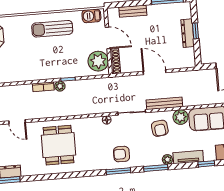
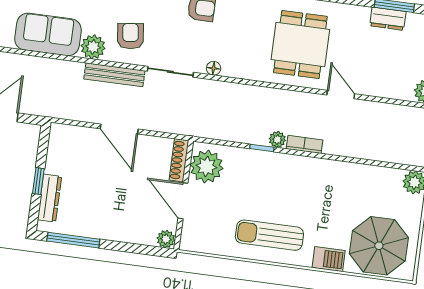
bench: (133, 11) -> (133, 235), removed
plant: (113, 13) -> (166, 239), added
barbecue: (91, 16) -> (329, 259), moved
sun lounger: (52, 29) -> (269, 235), turned 180
dresser: (188, 33) -> (50, 198), moved
door: (17, 122) -> (341, 94), moved

